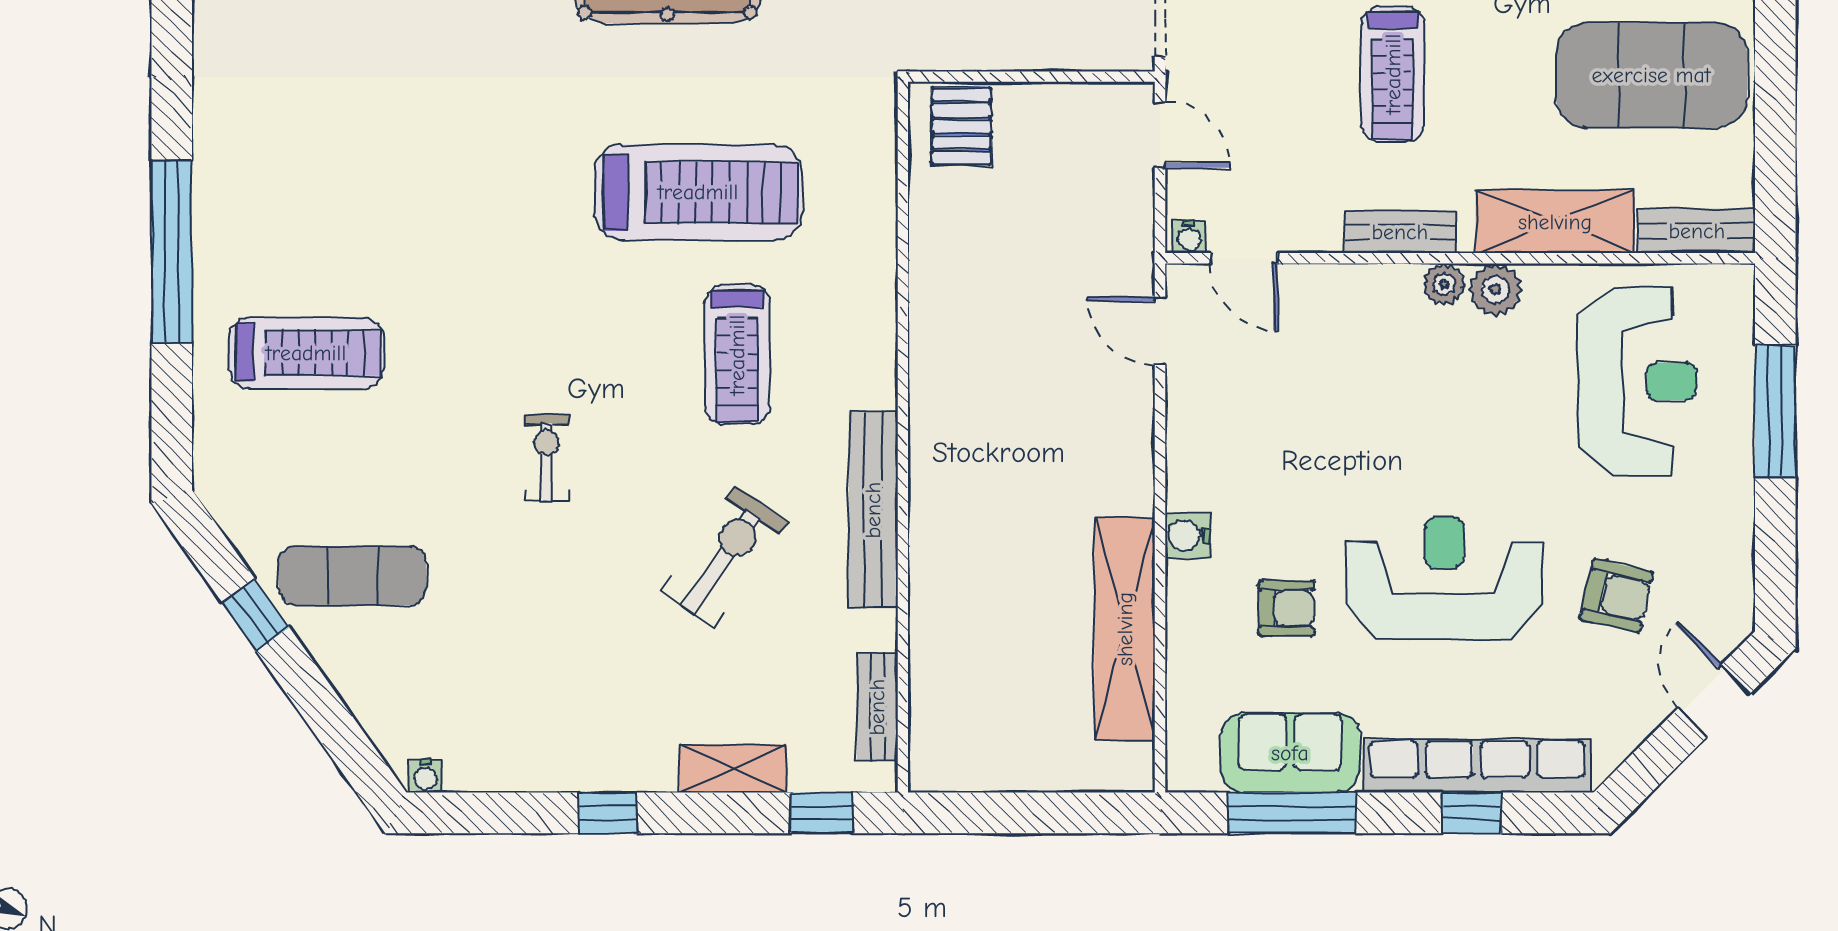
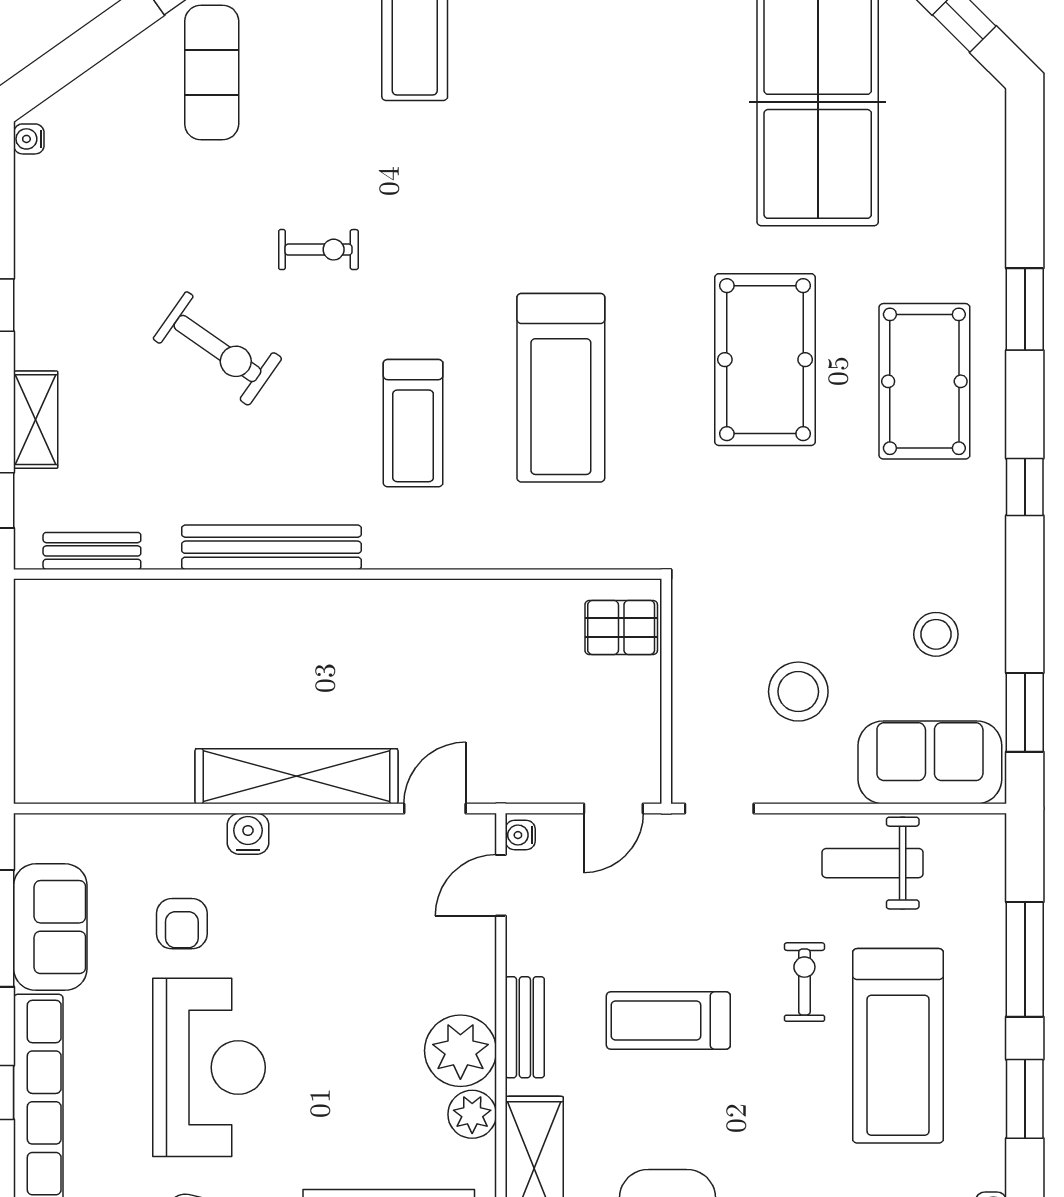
plant: (1444, 284) -> (460, 1051), width x1.87, depth x1.87
treadmill: (737, 355) -> (413, 423), turned -90
exercise bike: (724, 557) -> (217, 348), moved
shelving: (1125, 629) -> (296, 776), moved

